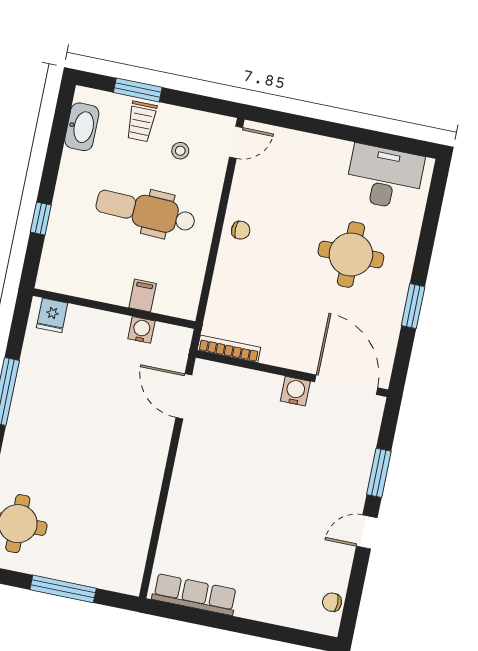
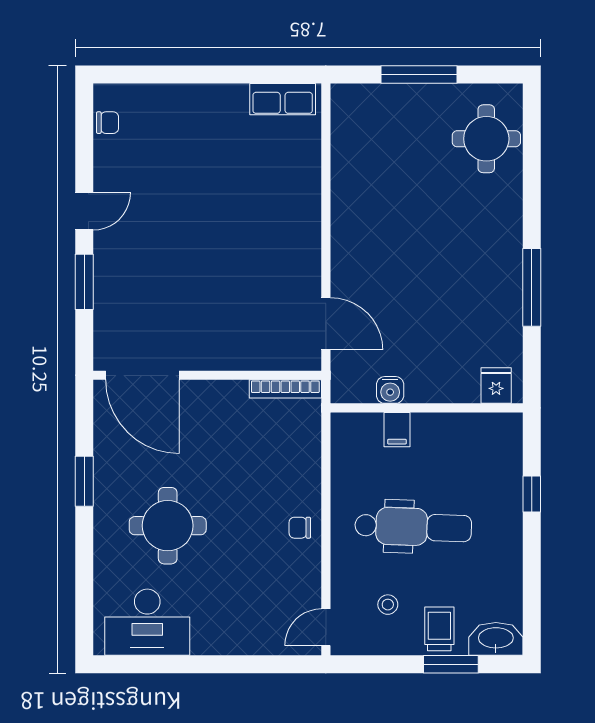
washbasin: (82, 127) -> (496, 639), moved, turned 90
water cooler: (295, 391) -> (199, 356), removed
row of seats: (195, 594) -> (283, 99), width x0.68

